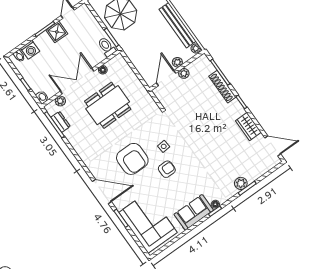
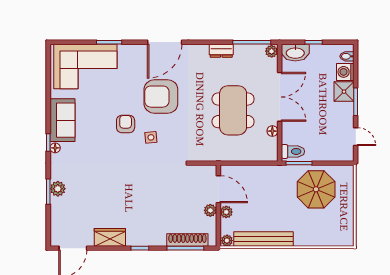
shower: (57, 32) -> (344, 92), moved
shoe rack: (222, 87) -> (187, 240), moved
washbasin: (42, 97) -> (295, 53), width x1.91, depth x1.45
plant: (60, 101) -> (272, 51), moved
dresser: (61, 122) -> (221, 51), moved
armchair: (167, 169) -> (126, 124), turned 180
door: (102, 191) -> (165, 42), moved

